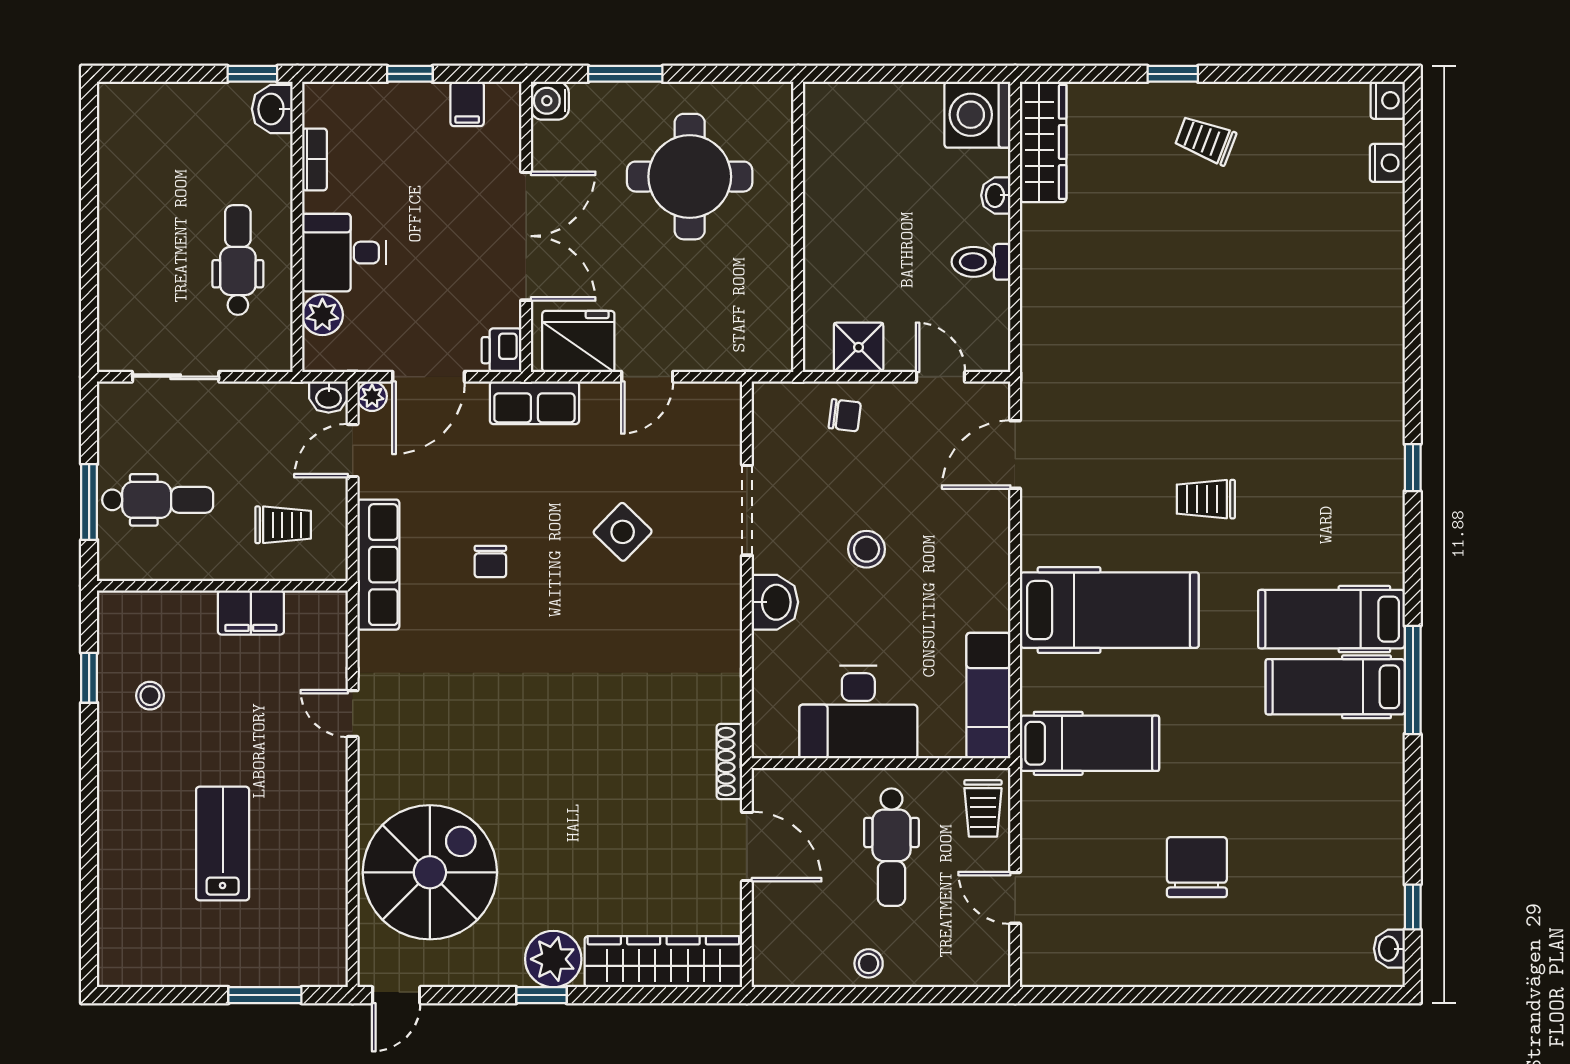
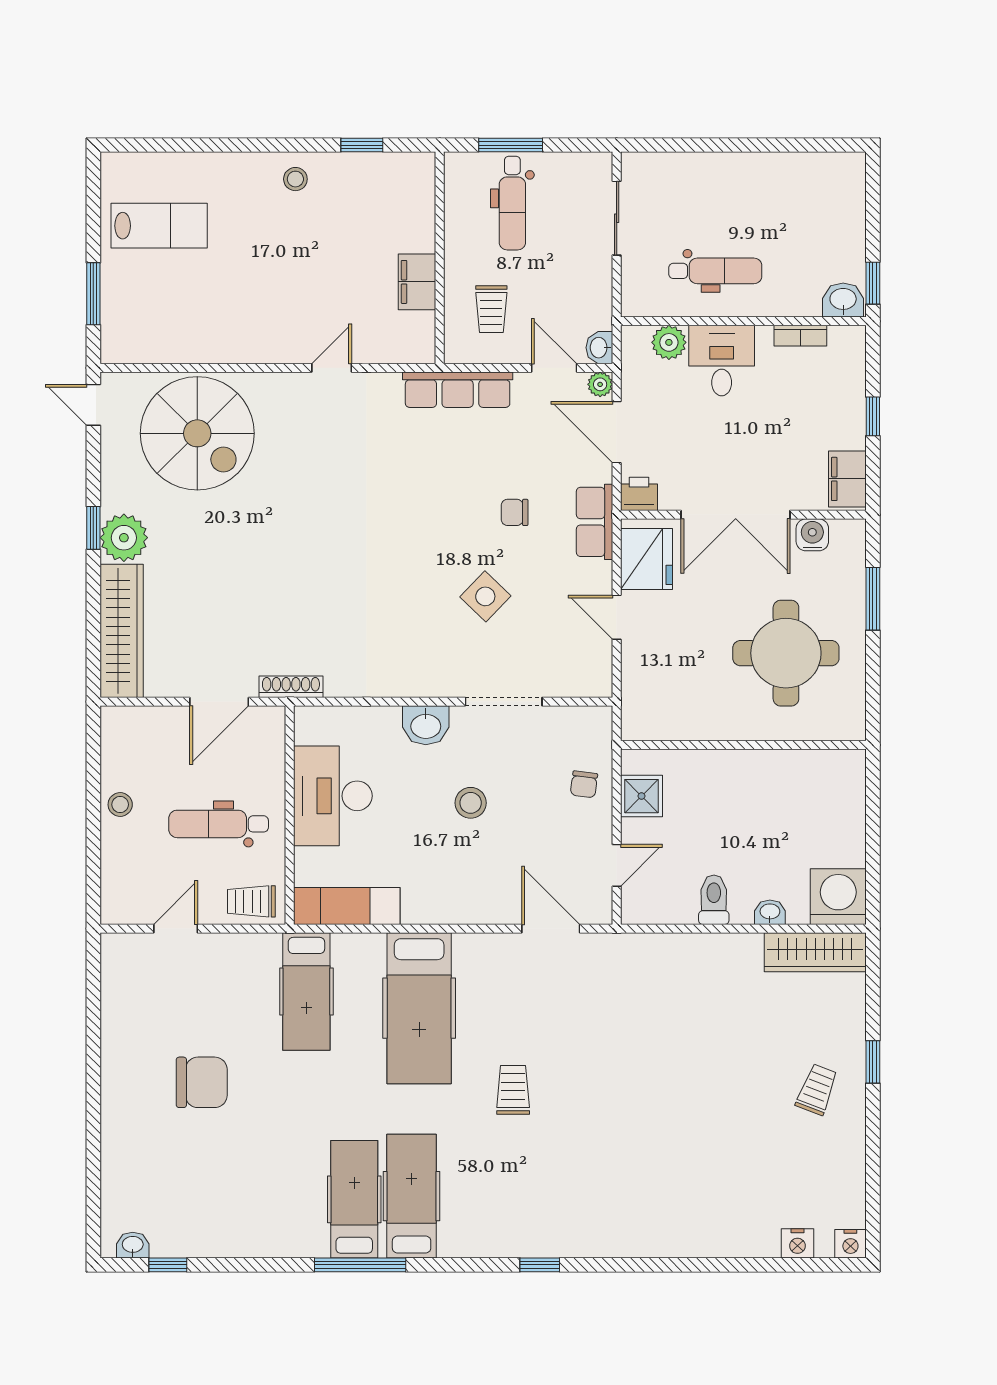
water cooler: (550, 101) -> (812, 535), moved
filing cabinet: (467, 104) -> (847, 479), width x2.00
chair: (490, 562) -> (515, 512), moved
stool: (150, 696) -> (295, 179), moved
lab bench: (223, 843) -> (159, 226), moved

